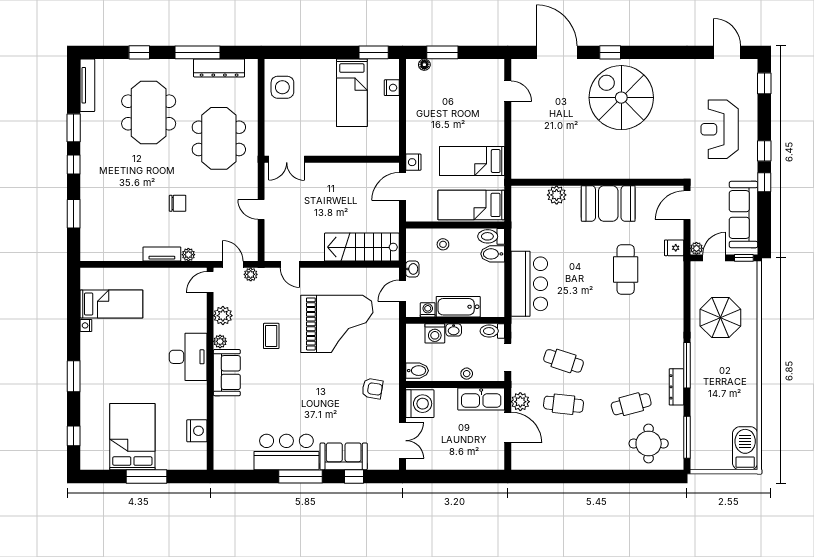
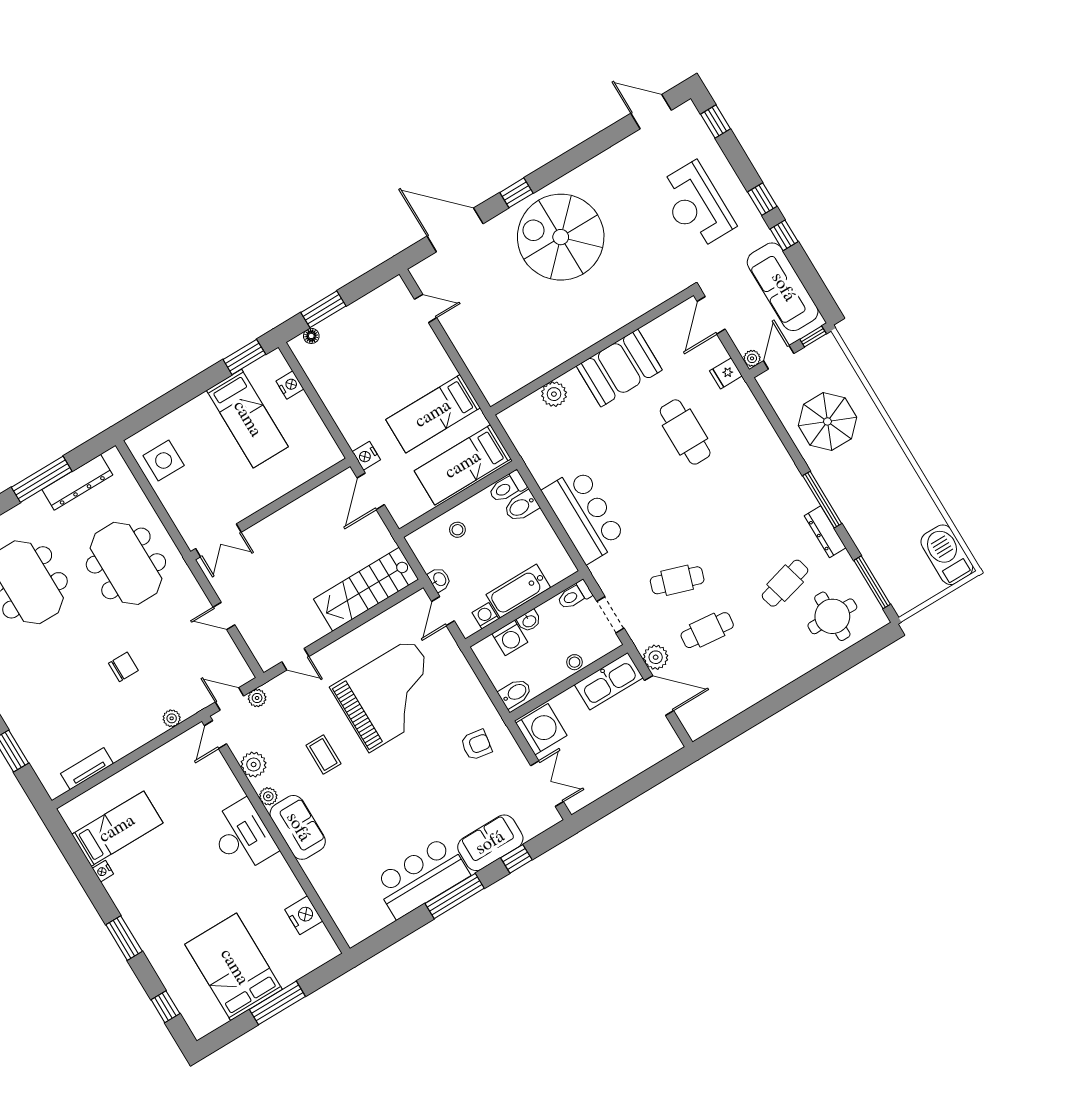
tv unit: (162, 254) -> (87, 769), moved

